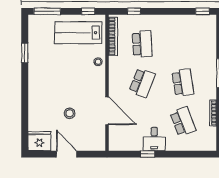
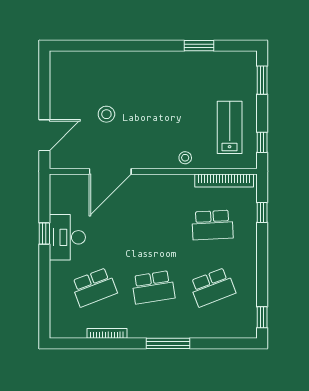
window: (47, 11) -> (262, 80), width x0.69
lab bench: (78, 33) -> (230, 127), width x0.73, depth x0.72
school desk: (142, 83) -> (212, 287), moved, turned -42
desk: (154, 139) -> (67, 237), width x1.37
fridge: (39, 141) -> (64, 68), removed
door: (67, 154) -> (44, 135), moved

